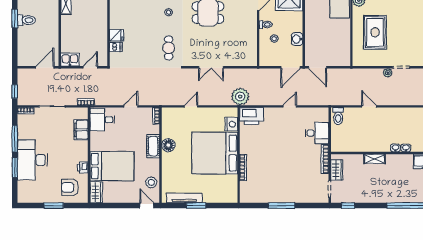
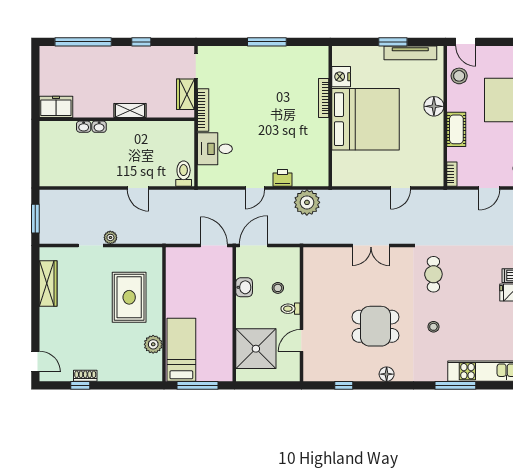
double door: (211, 67) -> (371, 246), swing flipped
plant: (240, 97) -> (307, 202), moved
printer: (252, 116) -> (283, 178), moved, width x0.53, depth x0.68
nightstand: (231, 124) -> (341, 77), moved
floor lamp: (168, 145) -> (434, 106), moved
window: (348, 206) -> (141, 42), moved

